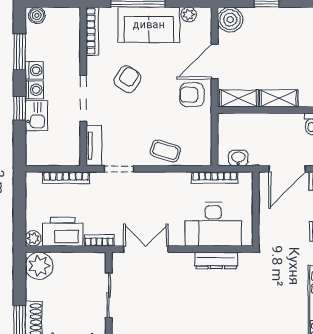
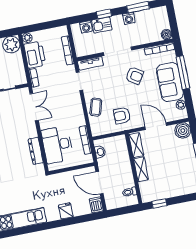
boiler: (37, 15) -> (166, 35), moved
washing machine: (34, 90) -> (86, 27), moved
armchair: (192, 95) -> (122, 116), moved, turned -90

